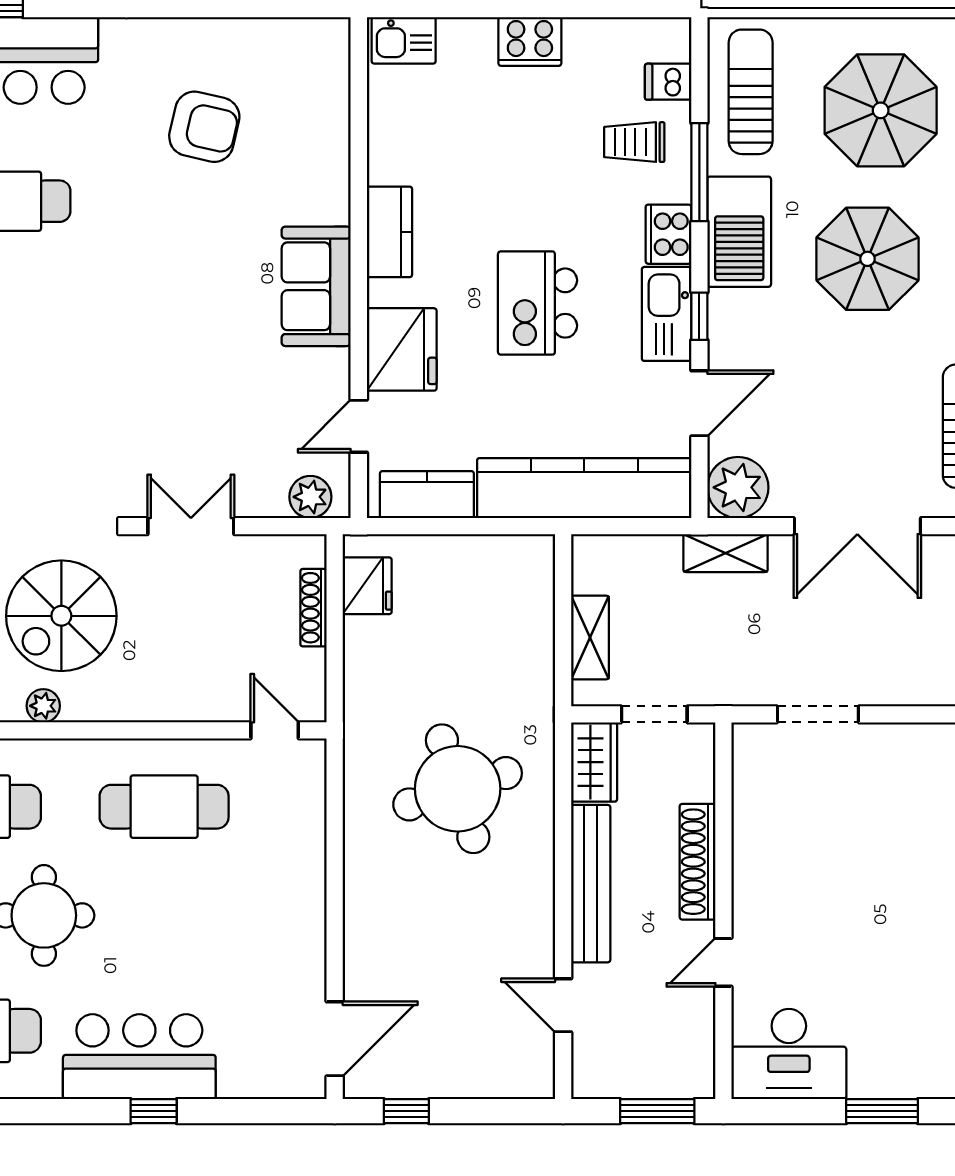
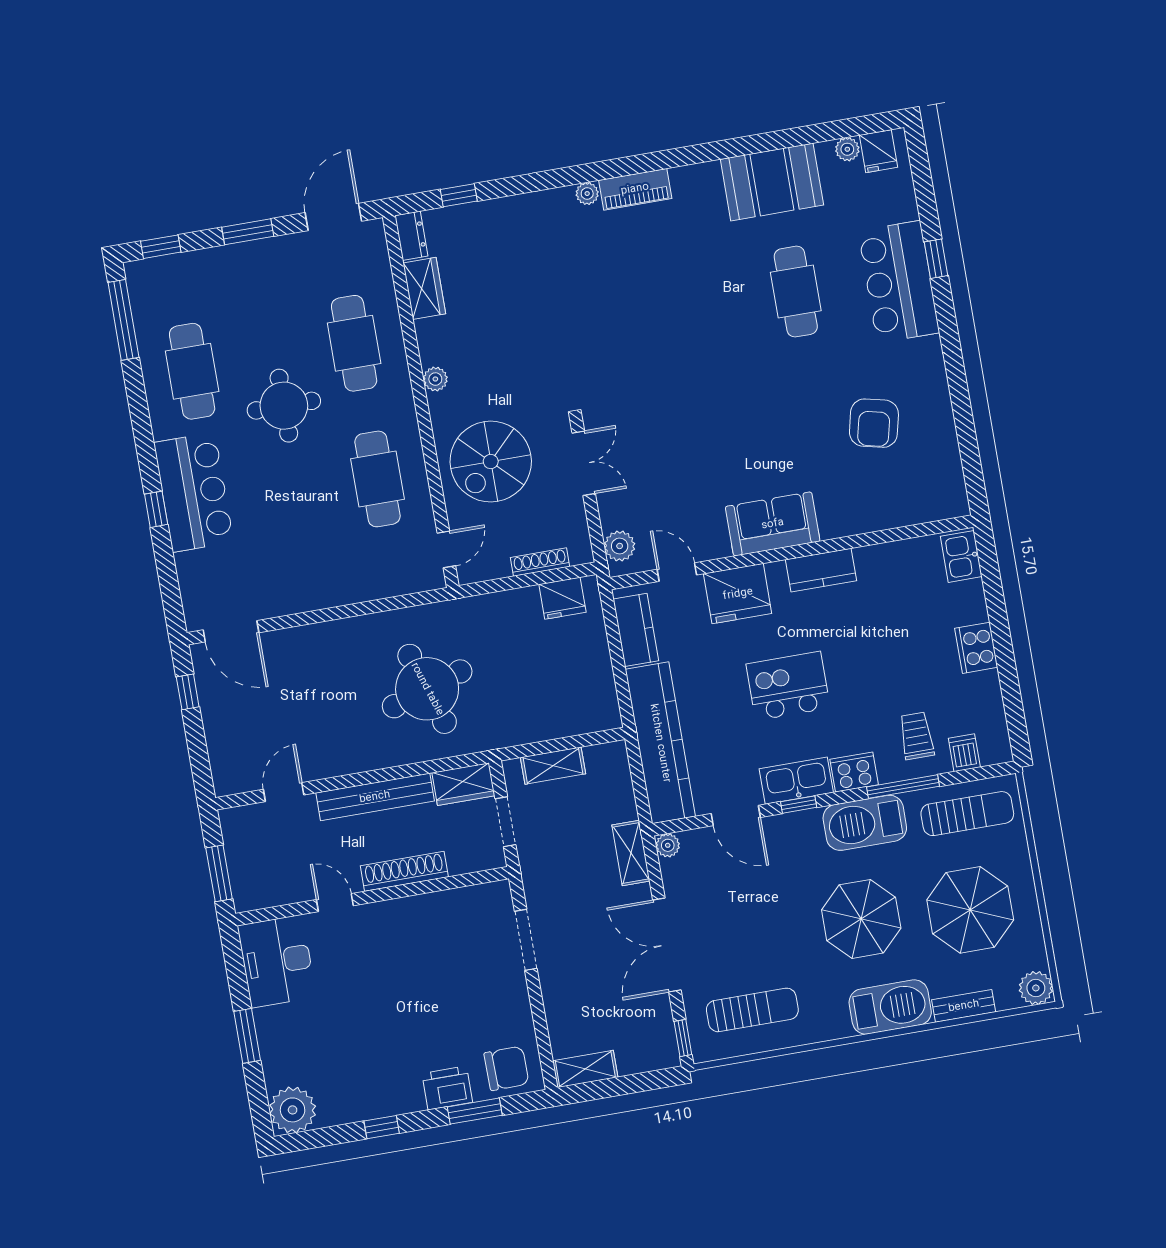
plant: (738, 487) -> (668, 845), width x0.53, depth x0.53
spiral stairs: (61, 616) -> (491, 462), moved, turned -90

